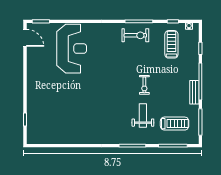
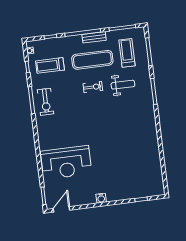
exercise bike: (135, 35) -> (46, 102), turned 180
reception desk: (72, 49) -> (66, 162), turned 180
water cooler: (31, 79) -> (101, 198), added
exercise mat: (172, 88) -> (92, 60), added
weight bench: (143, 115) -> (123, 85), turned 180

